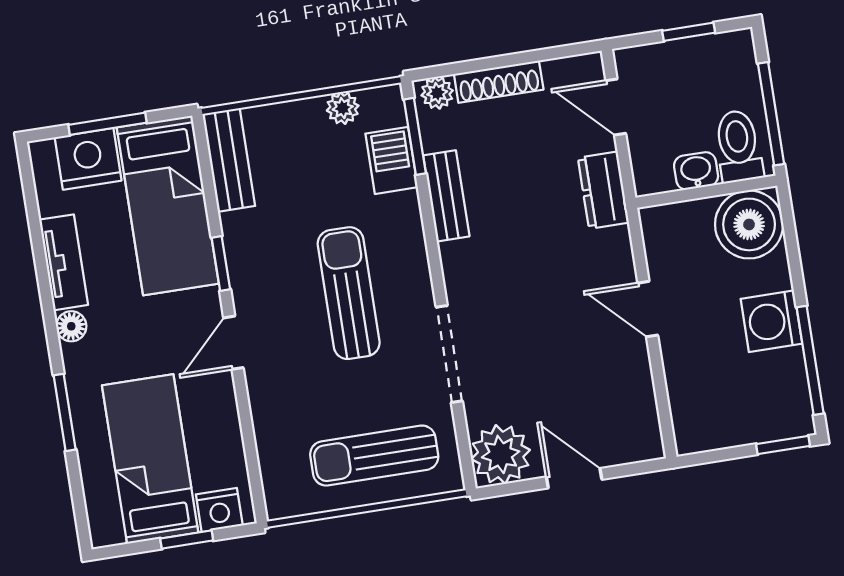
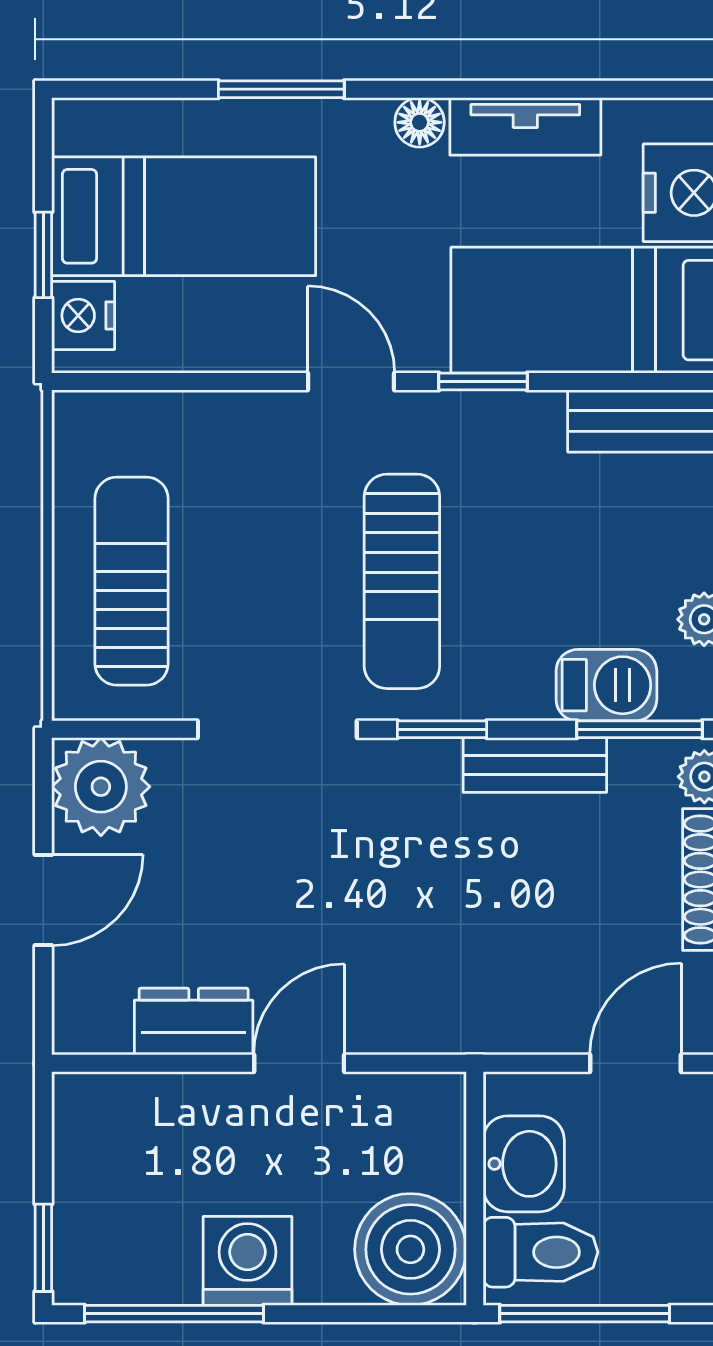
washbasin: (696, 171) -> (524, 1164), width x1.38, depth x1.45
dresser: (603, 190) -> (194, 1022), moved
window: (434, 255) -> (442, 729), added
sun lounger: (349, 293) -> (402, 581), turned 90

